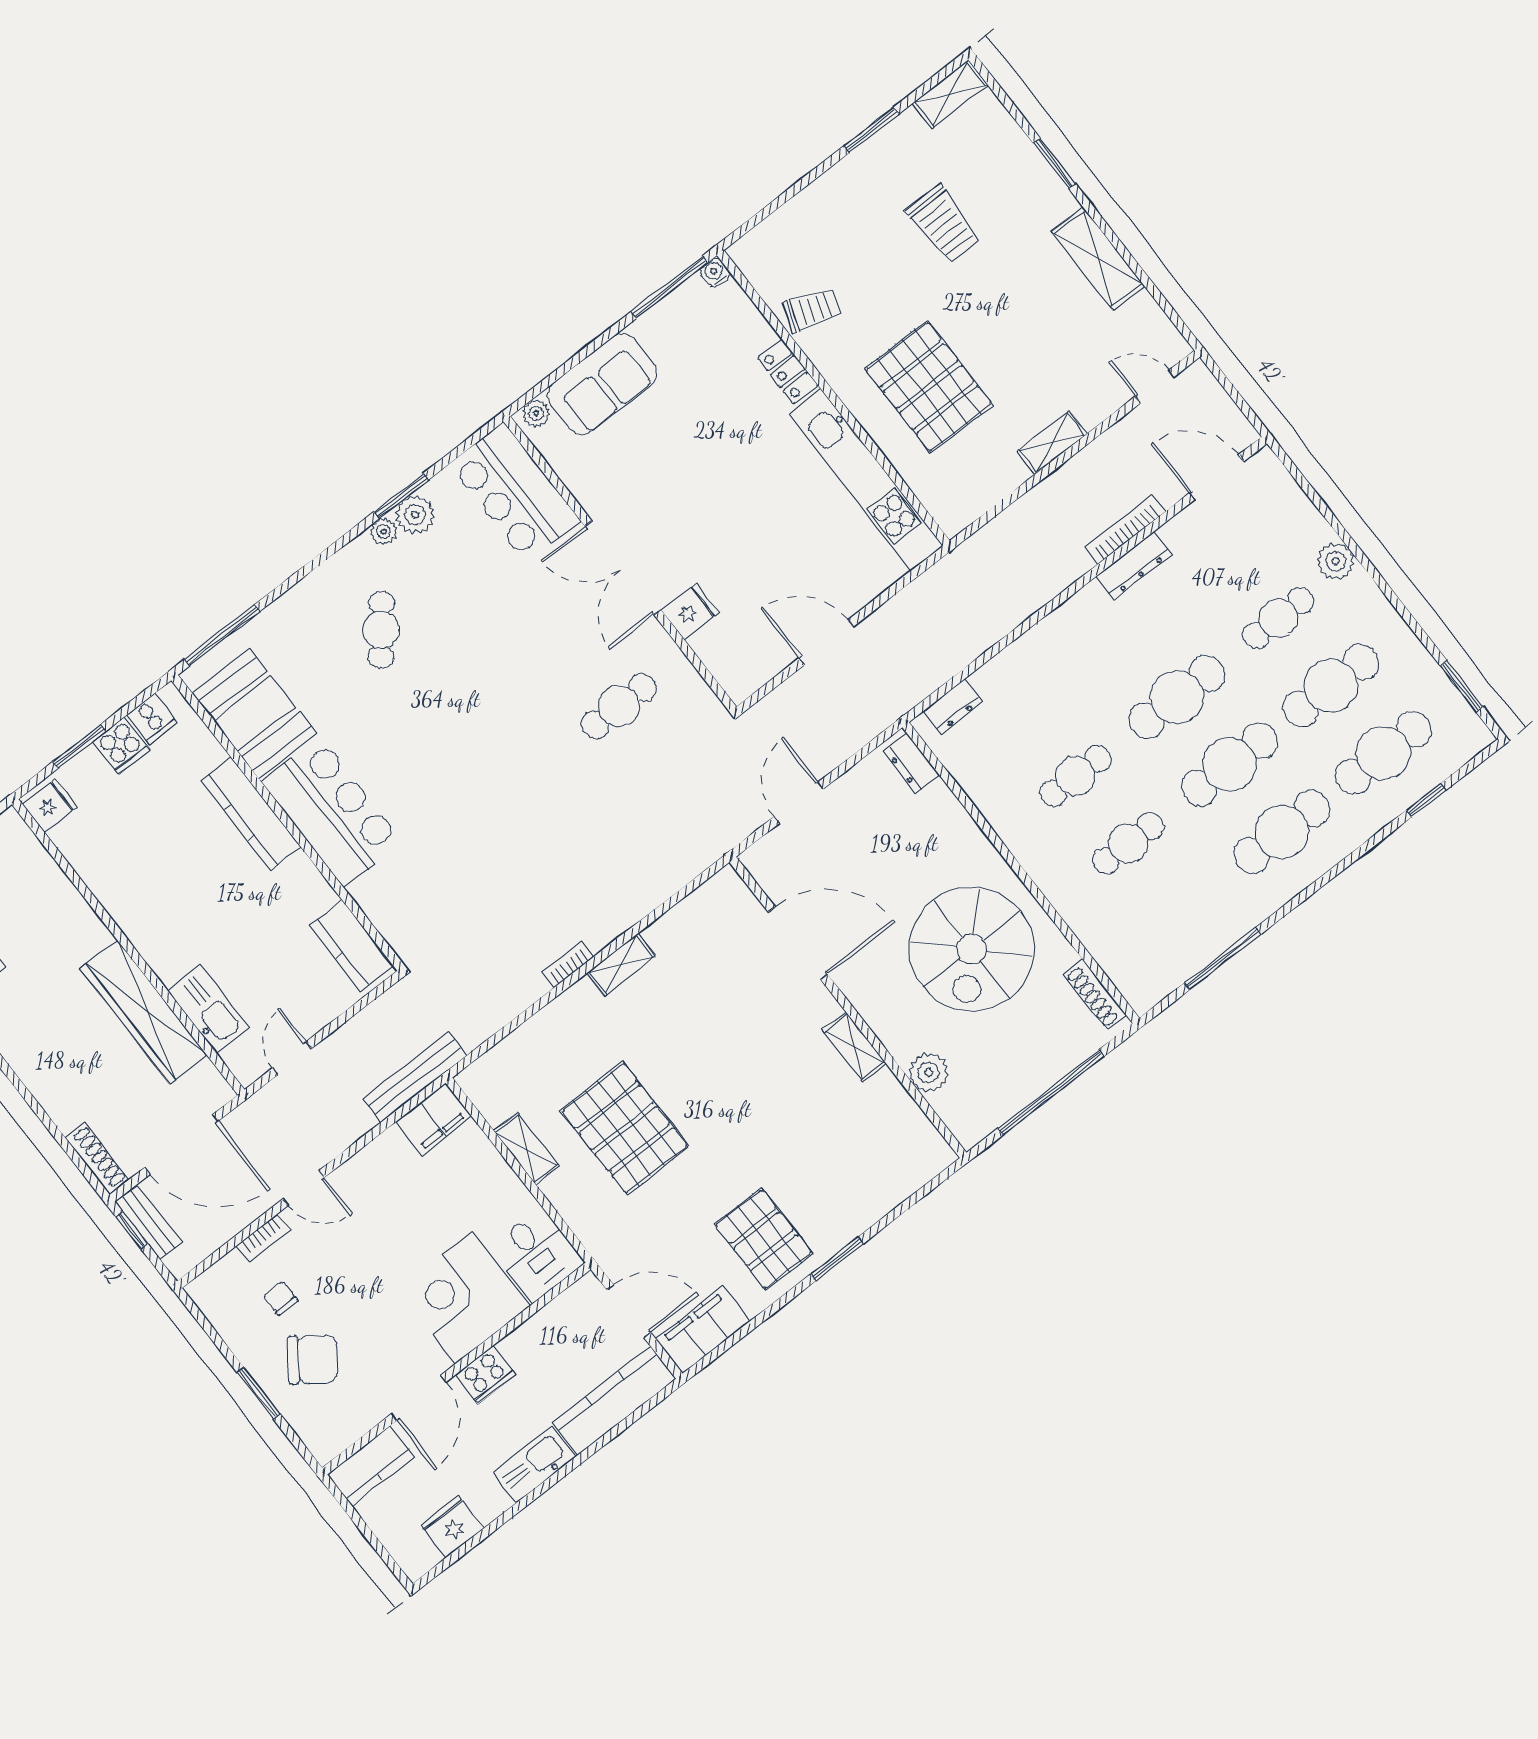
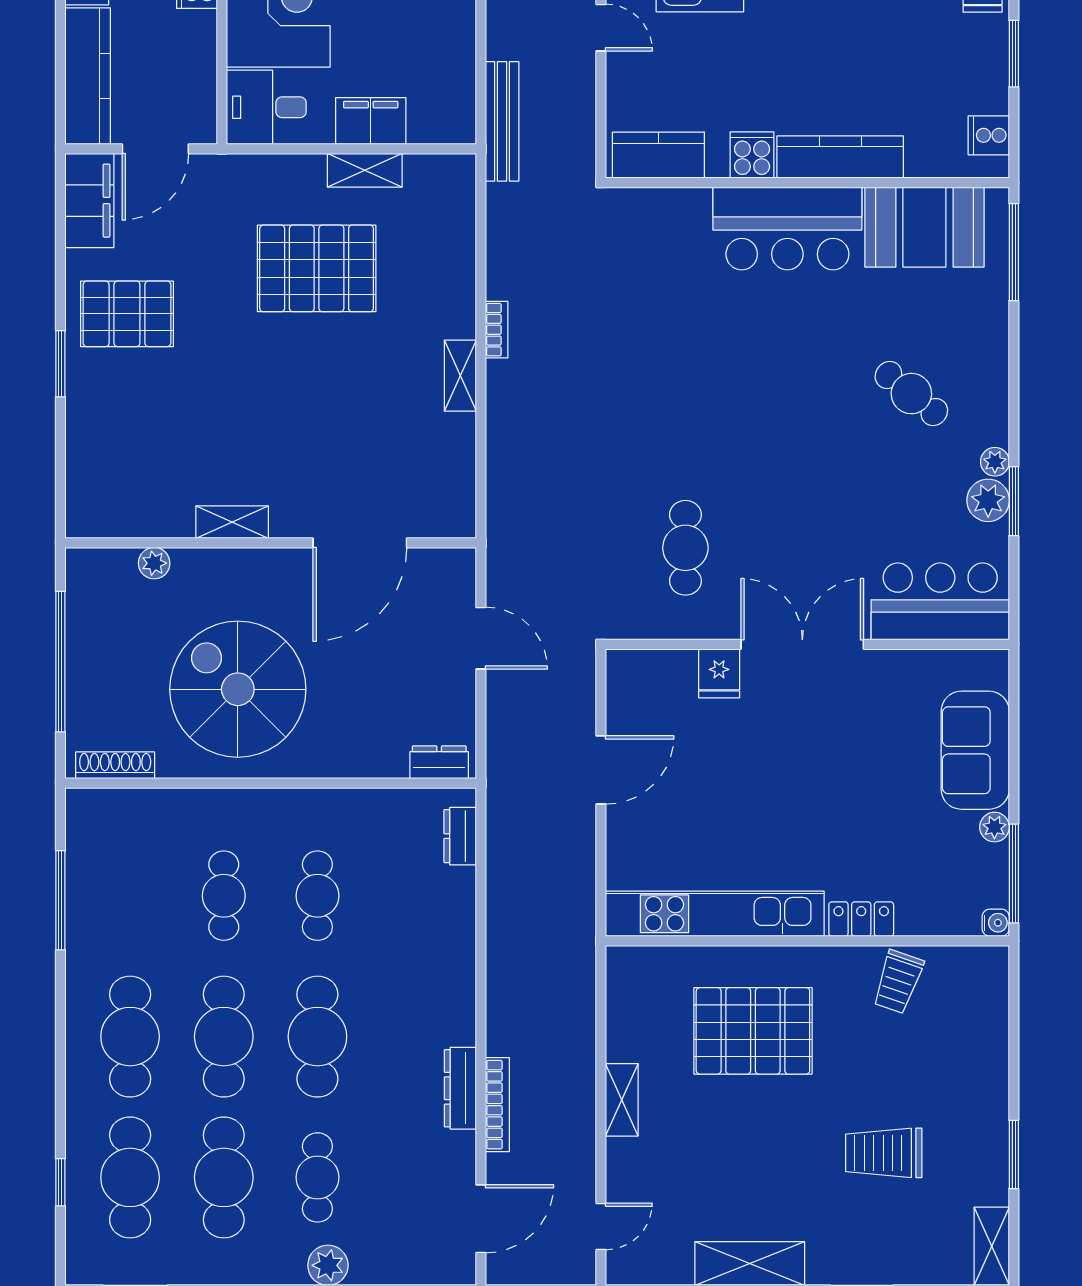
plant: (536, 413) -> (994, 827), moved
cooker: (121, 746) -> (752, 155), moved, turned 90
plant: (929, 1072) -> (154, 563), width x0.73, depth x0.73
filing cabinet: (434, 1119) -> (371, 121), moved, turned 90

